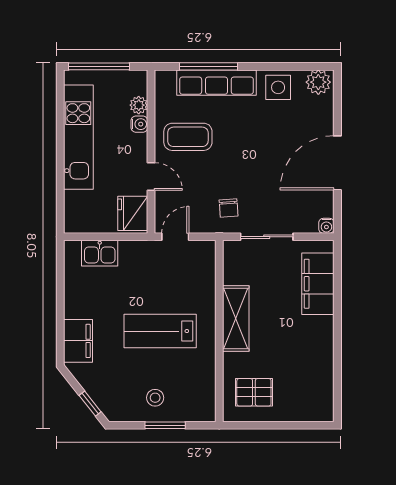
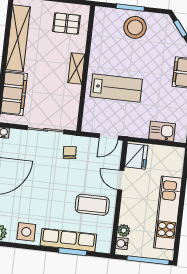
window: (209, 66) -> (73, 252), width x0.69
water cooler: (139, 124) -> (122, 243), moved
shelving: (236, 318) -> (76, 69), width x0.67, depth x0.75
lab bench: (160, 331) -> (116, 88), moved
shelving: (321, 364) -> (18, 38), added
stool: (155, 398) -> (135, 27), width x1.89, depth x1.89

